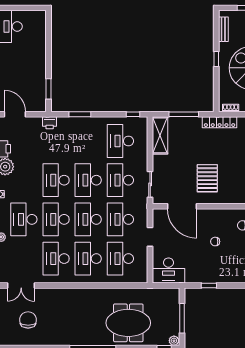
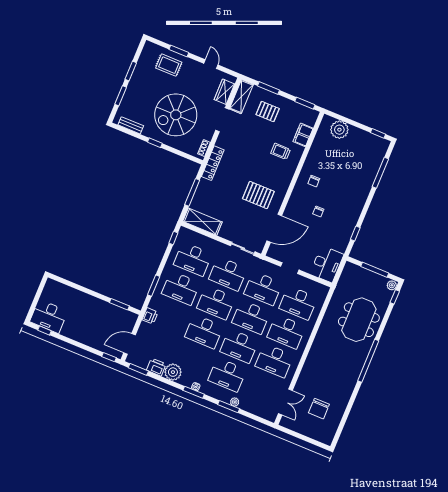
desk: (88, 141) -> (181, 288), added
chair: (28, 320) -> (319, 409), turned -90

